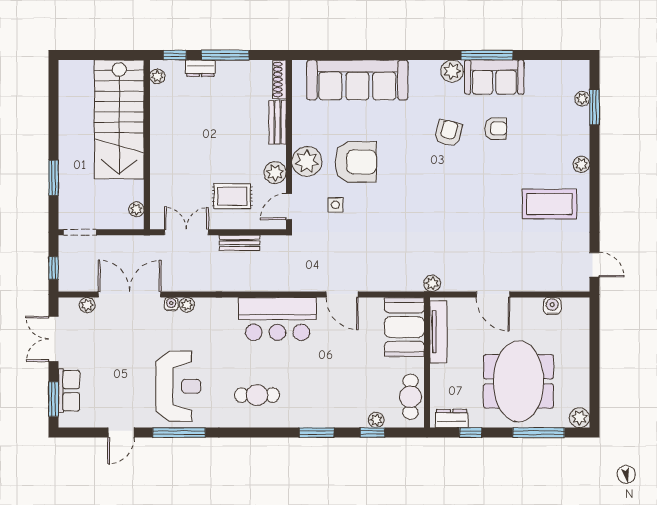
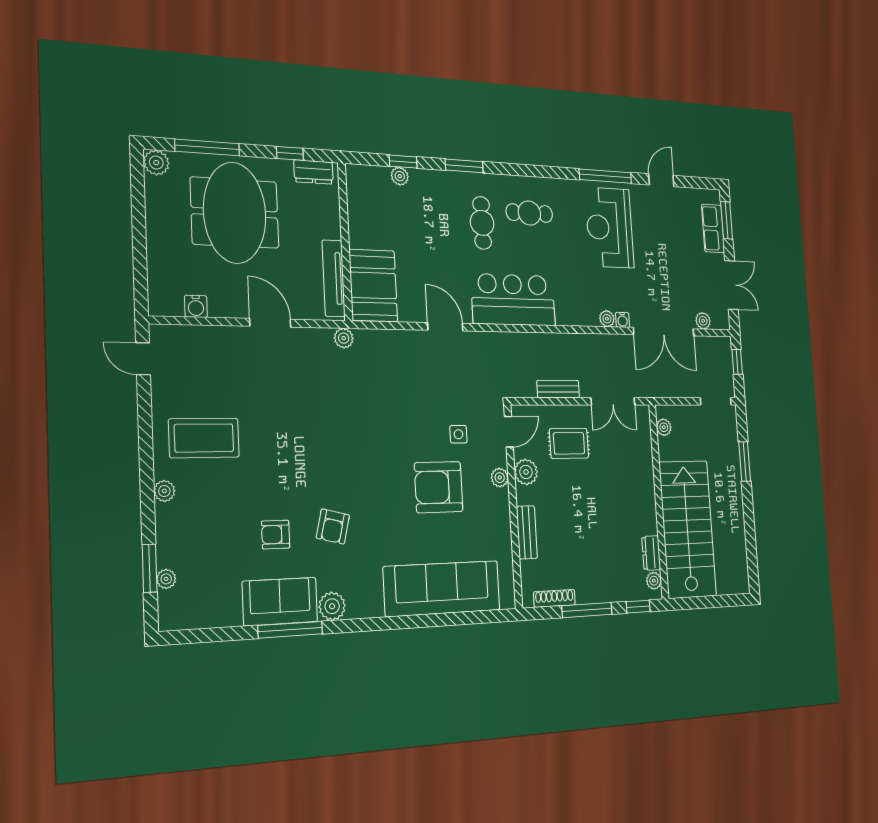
dresser: (200, 68) -> (651, 553), moved, turned -90
shoe rack: (279, 79) -> (554, 598), moved, turned -90
plant: (307, 161) -> (500, 478), width x0.53, depth x0.53
cafe table: (410, 397) -> (482, 223), moved

